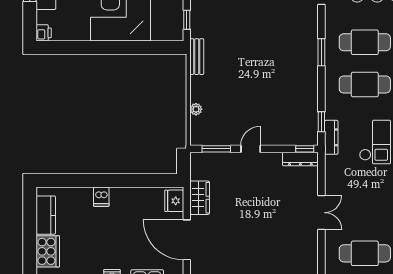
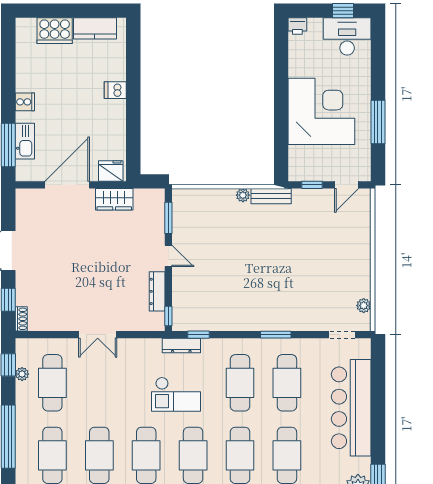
plant: (196, 109) -> (243, 195), moved
dresser: (300, 159) -> (157, 291), moved

